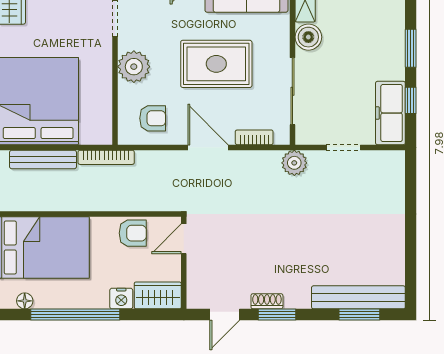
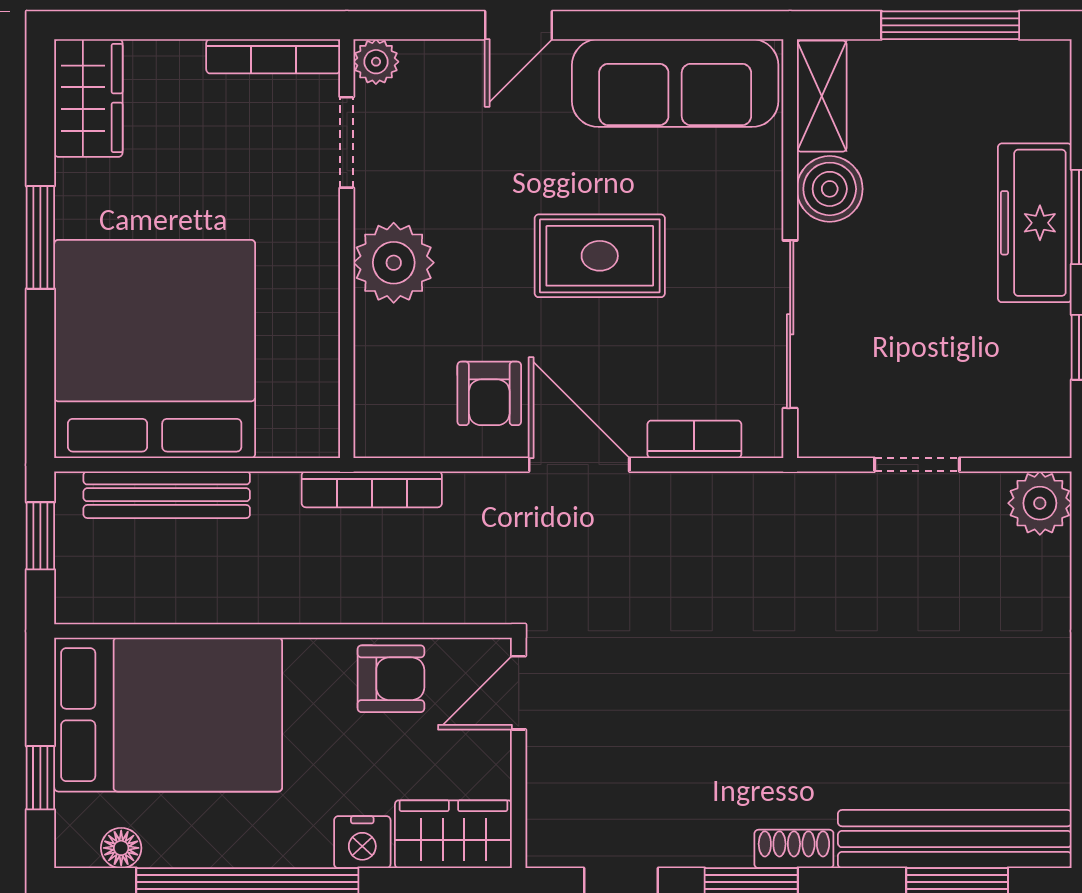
rug: (216, 64) -> (600, 256), width x0.73, depth x0.70
freezer: (390, 113) -> (1035, 223), moved
armchair: (153, 118) -> (489, 393), moved, turned 90
bookcase: (106, 157) -> (372, 489), moved
plant: (294, 163) -> (1040, 503), moved
shoe rack: (267, 301) -> (794, 849), moved

